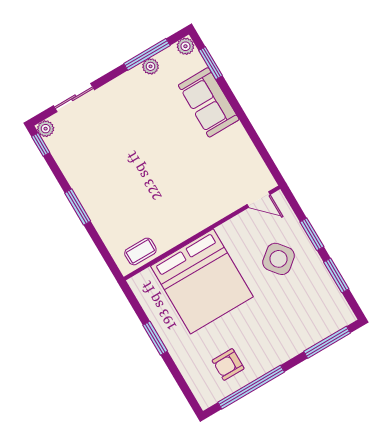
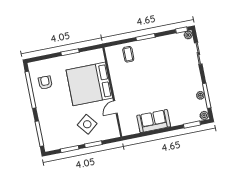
sofa: (209, 102) -> (154, 121), moved
door: (259, 200) -> (115, 107), moved
coffee table: (140, 251) -> (128, 54), moved

